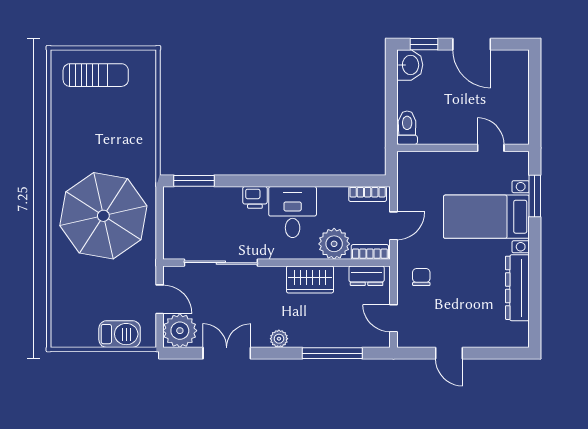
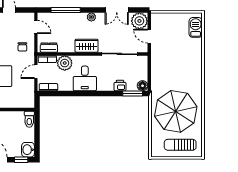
floor lamp: (173, 197) -> (143, 86), added
printer: (255, 197) -> (120, 85), moved
parasol: (103, 216) -> (176, 111), moved
wardrobe: (310, 279) -> (87, 46), moved
barbecue: (120, 334) -> (196, 27), moved, turned 90

